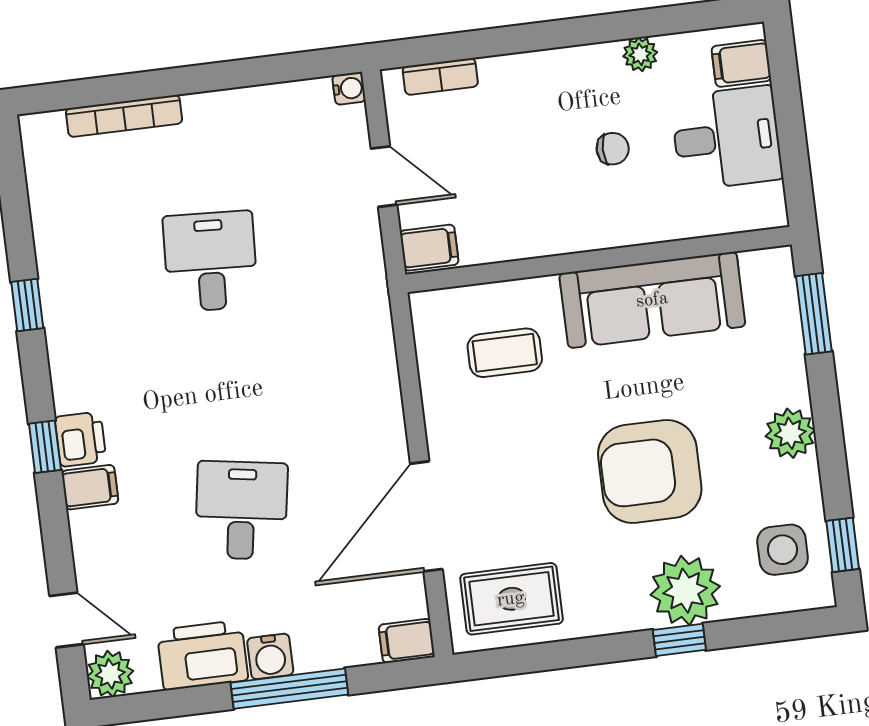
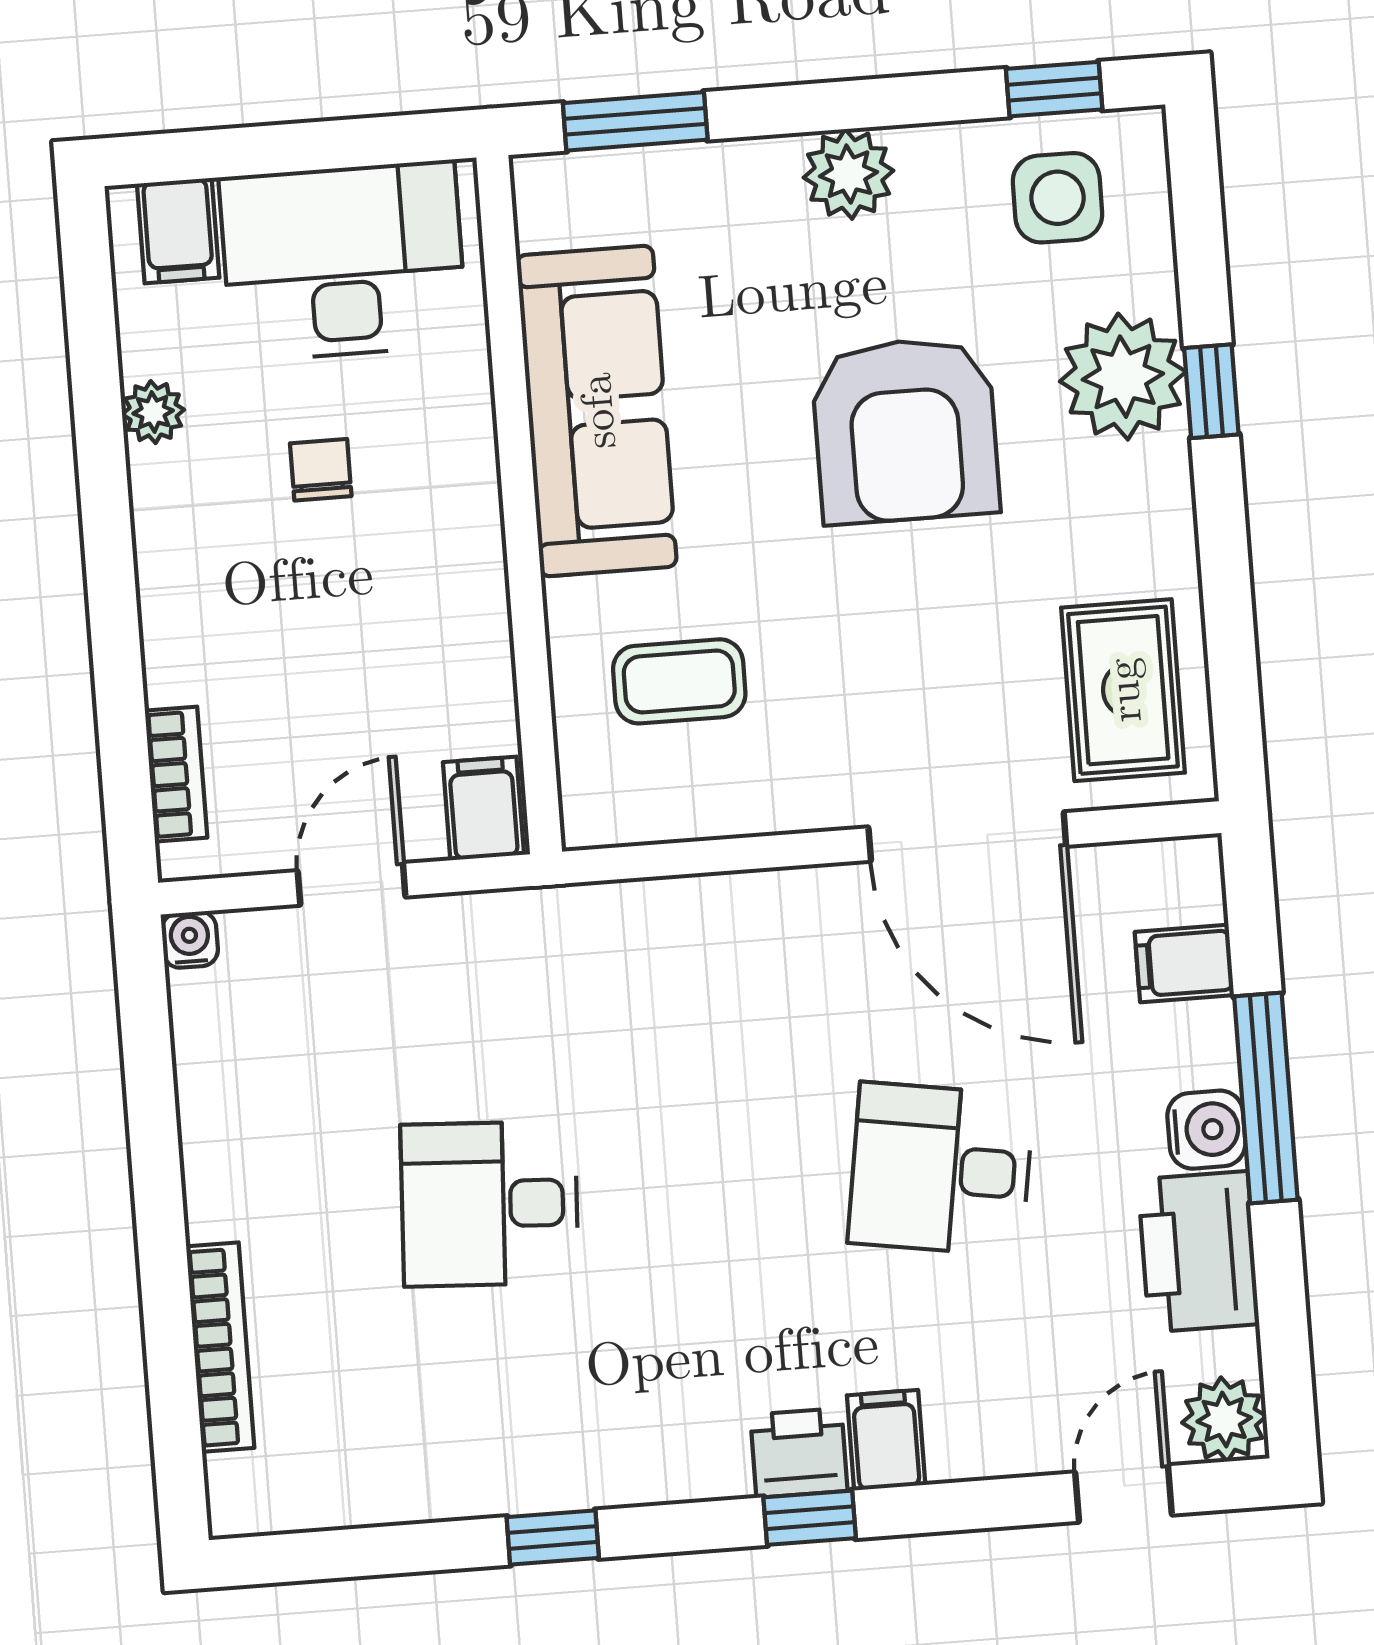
desk: (727, 138) -> (343, 261), width x1.37
coffee table: (505, 353) -> (679, 681), turned 90
filing cabinet: (407, 641) -> (1184, 963), moved, turned 90

